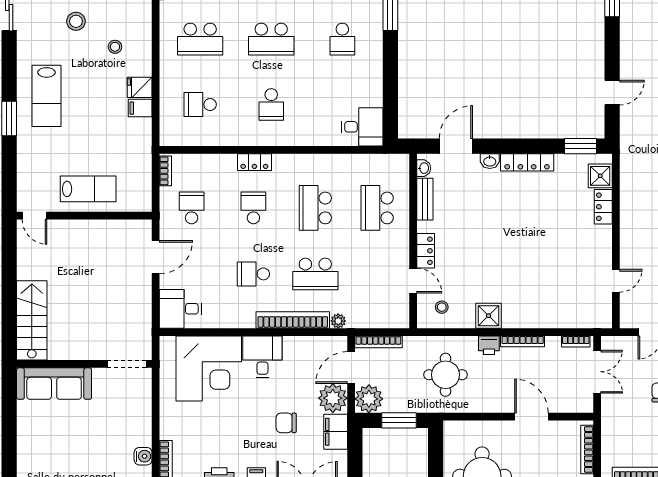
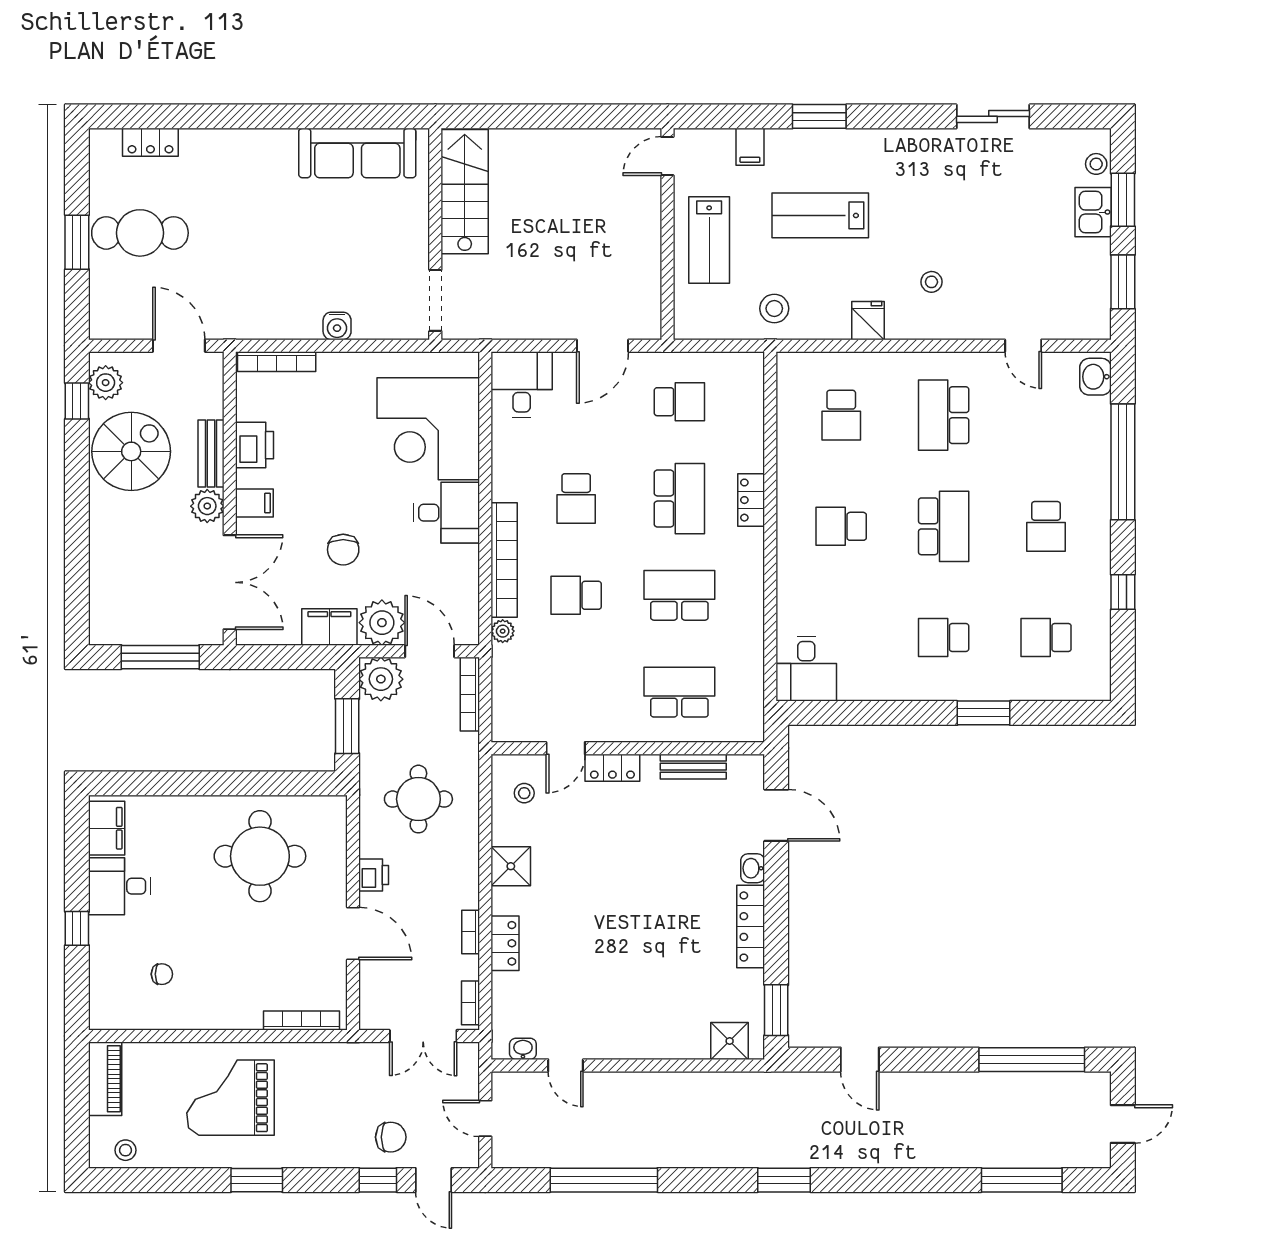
stool: (76, 21) -> (774, 308), moved
school desk: (271, 39) -> (944, 526), turned 180
lab bench: (47, 96) -> (820, 215), moved
school desk: (200, 105) -> (841, 415), turned 180
filing cabinet: (140, 108) -> (750, 147), moved, turned 180
washbasin: (424, 168) -> (523, 1049), moved, turned 180
bookcase: (165, 171) -> (737, 361), removed
locker: (603, 207) -> (505, 943), moved, turned 90
school desk: (253, 208) -> (679, 499), width x1.85
door: (156, 257) -> (603, 346), hinge flipped
school desk: (253, 274) -> (576, 499), turned 180
school desk: (315, 274) -> (576, 595), width x0.54
stairs: (32, 320) -> (465, 192), moved, turned -90
bookcase: (523, 341) -> (471, 932), width x0.64
printer: (489, 345) -> (374, 875), moved, turned 180
sofa: (54, 384) -> (357, 153), moved, turned -90
door: (532, 417) -> (353, 934), hinge flipped
chair: (286, 423) -> (343, 550), turned 180
water cooler: (143, 456) -> (337, 326), moved

